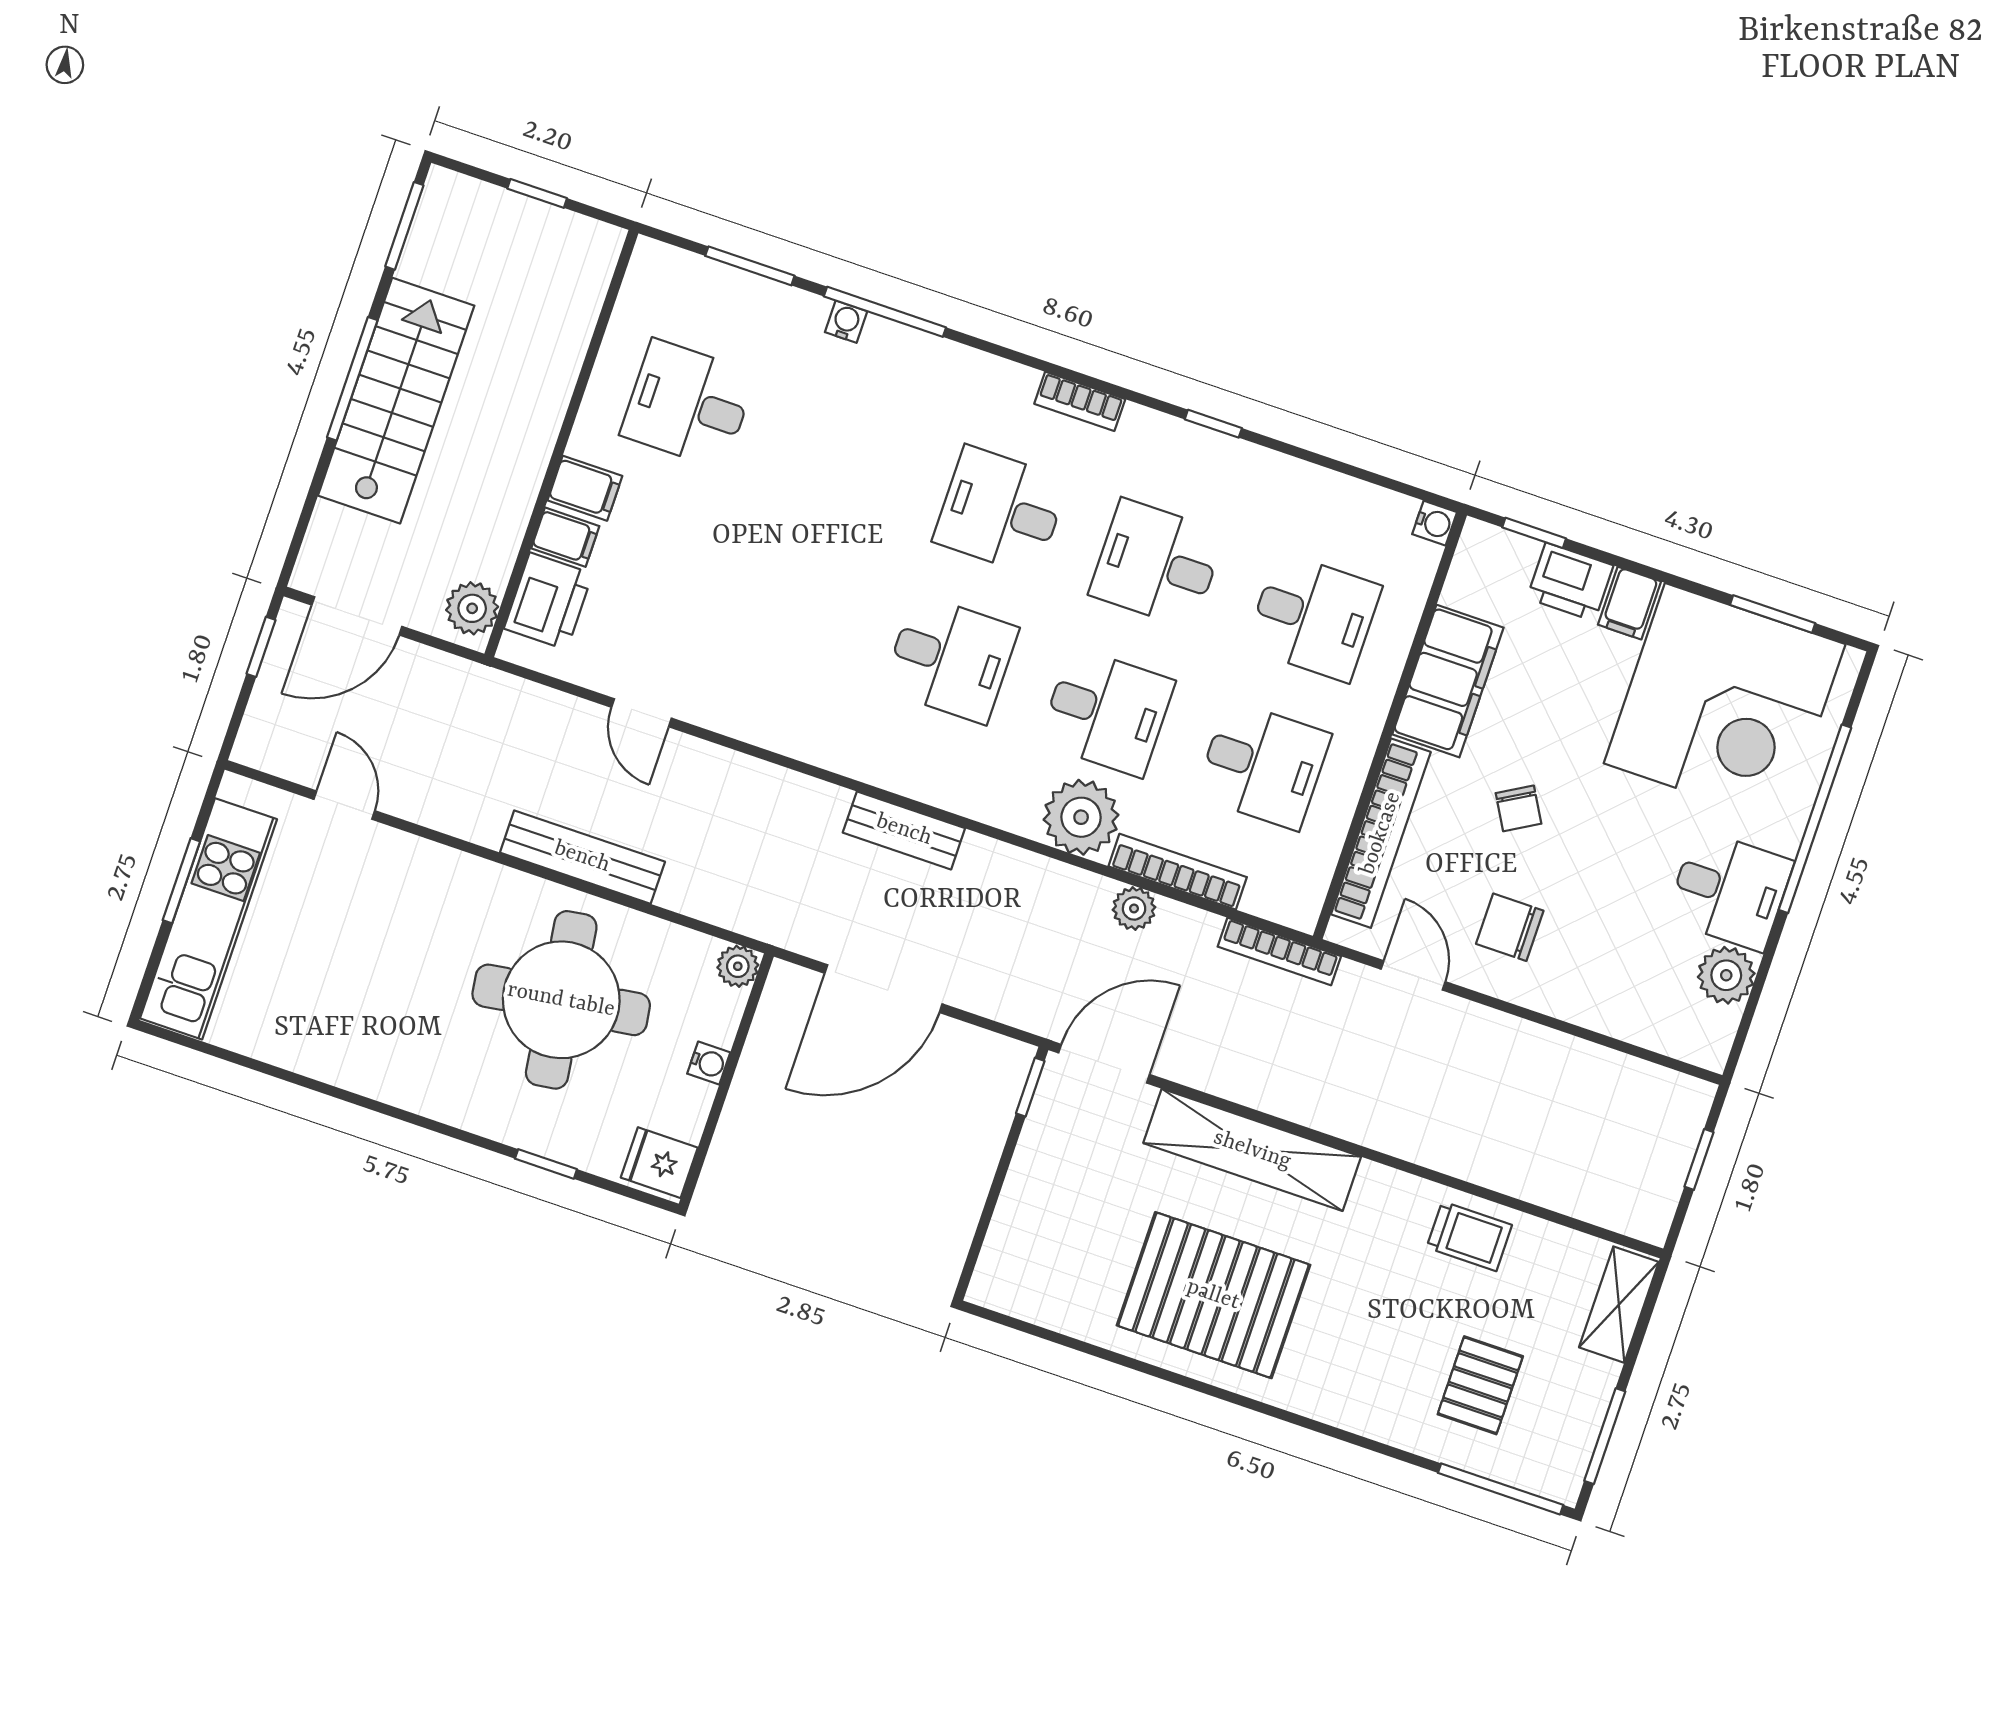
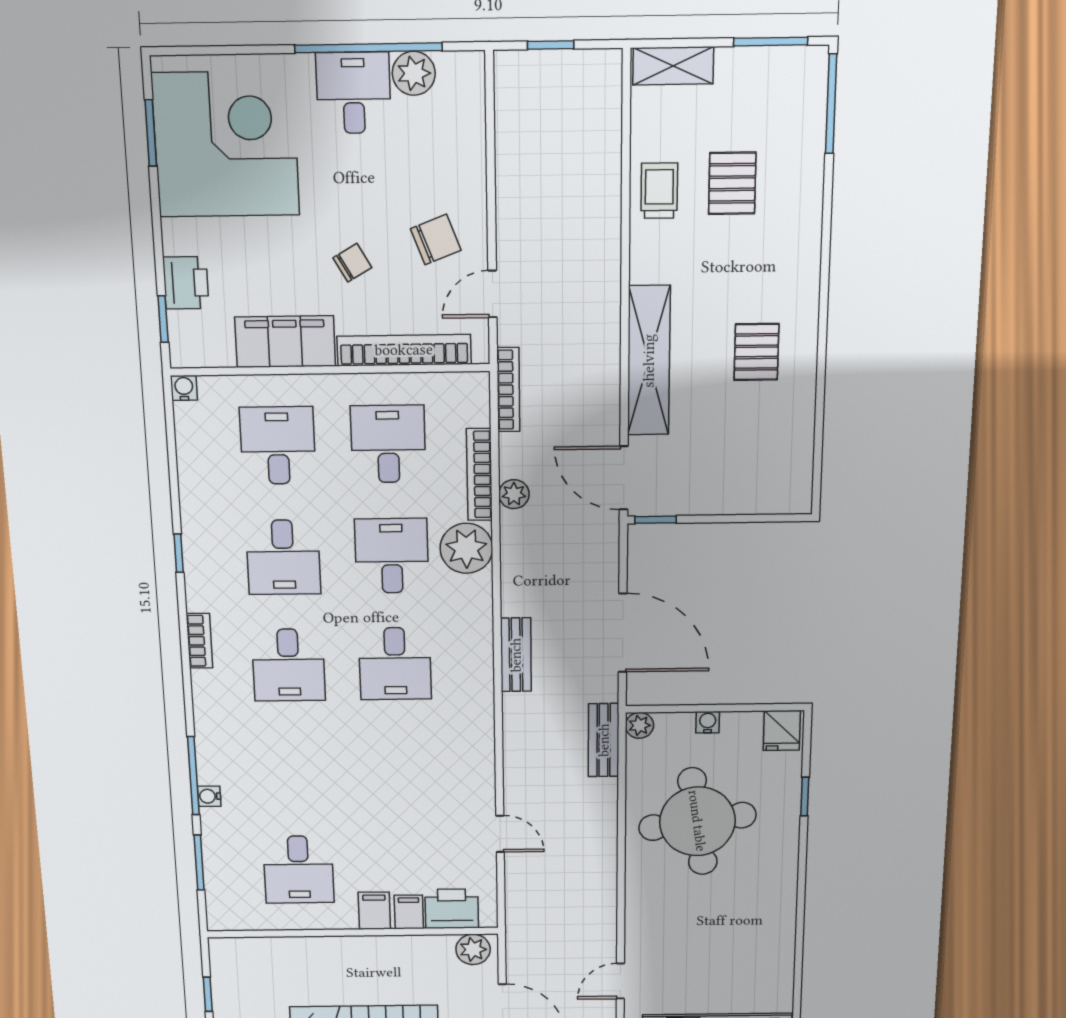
filing cabinet: (1629, 603) -> (184, 237), removed
desk: (950, 659) -> (395, 664), turned 180
door: (642, 713) -> (500, 834), hinge flipped
window: (1815, 819) -> (368, 48), moved
bench: (582, 857) -> (604, 740), moved, width x0.73
chair: (1510, 927) -> (436, 239), turned -111
pallet: (1213, 1295) -> (756, 352), width x0.49, depth x0.50
pallet: (1480, 1385) -> (732, 183), moved, turned 90

